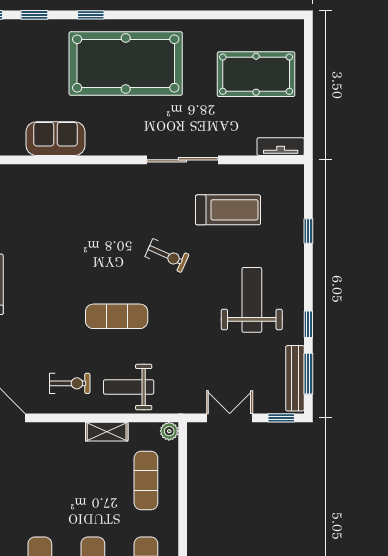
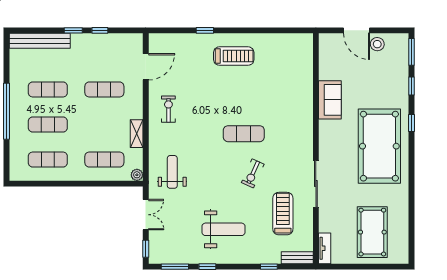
treadmill: (228, 210) -> (283, 214), turned 180
exercise mat: (117, 316) -> (244, 134), moved, turned 90
bench: (295, 378) -> (297, 258), moved, width x0.73
exercise bike: (70, 383) -> (168, 109), turned 180
weight bench: (129, 387) -> (172, 172), moved
exercise mat: (40, 481) -> (104, 89), added

